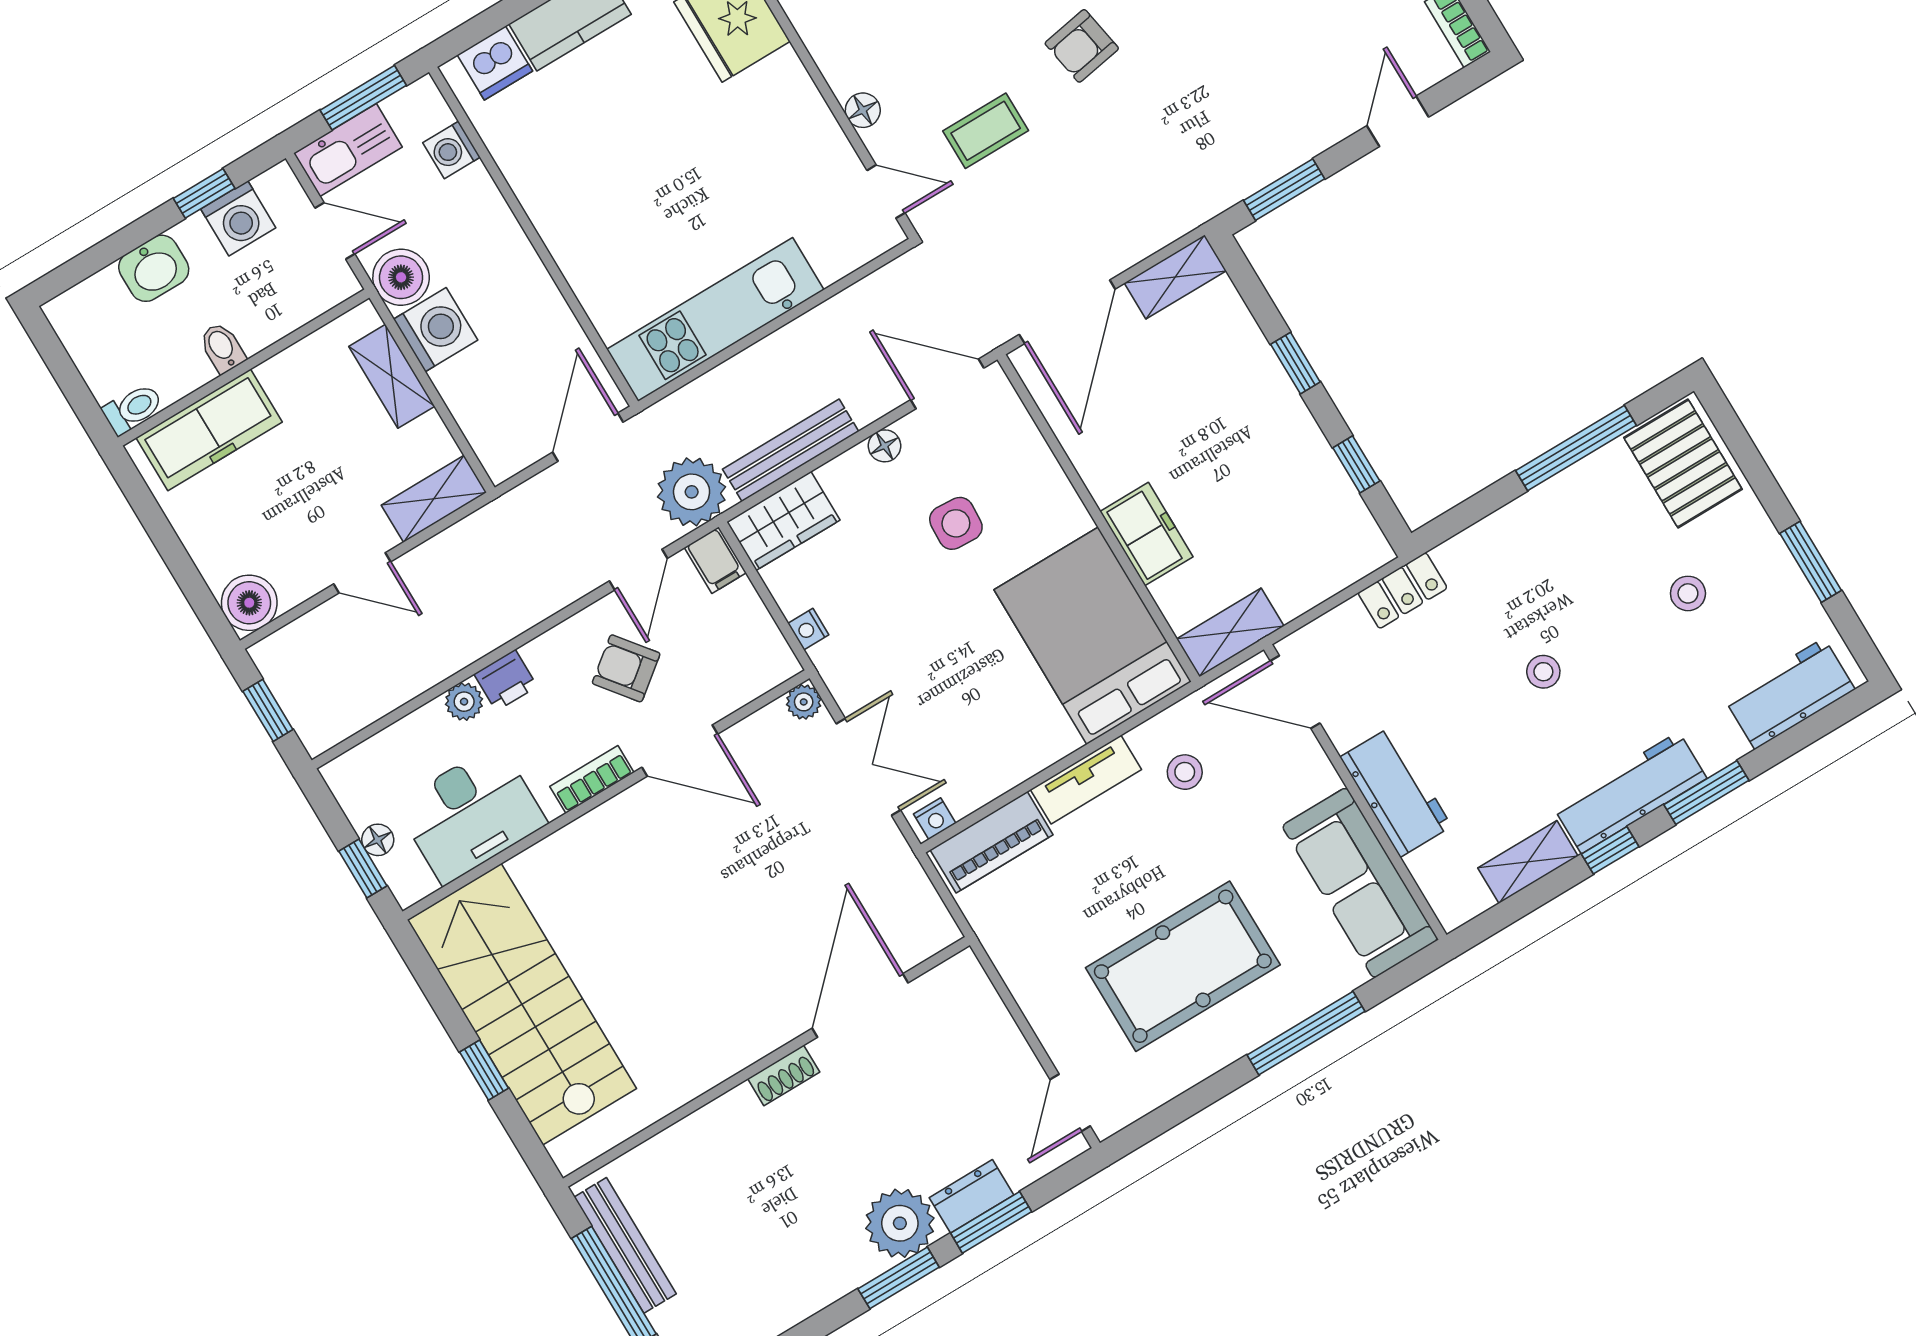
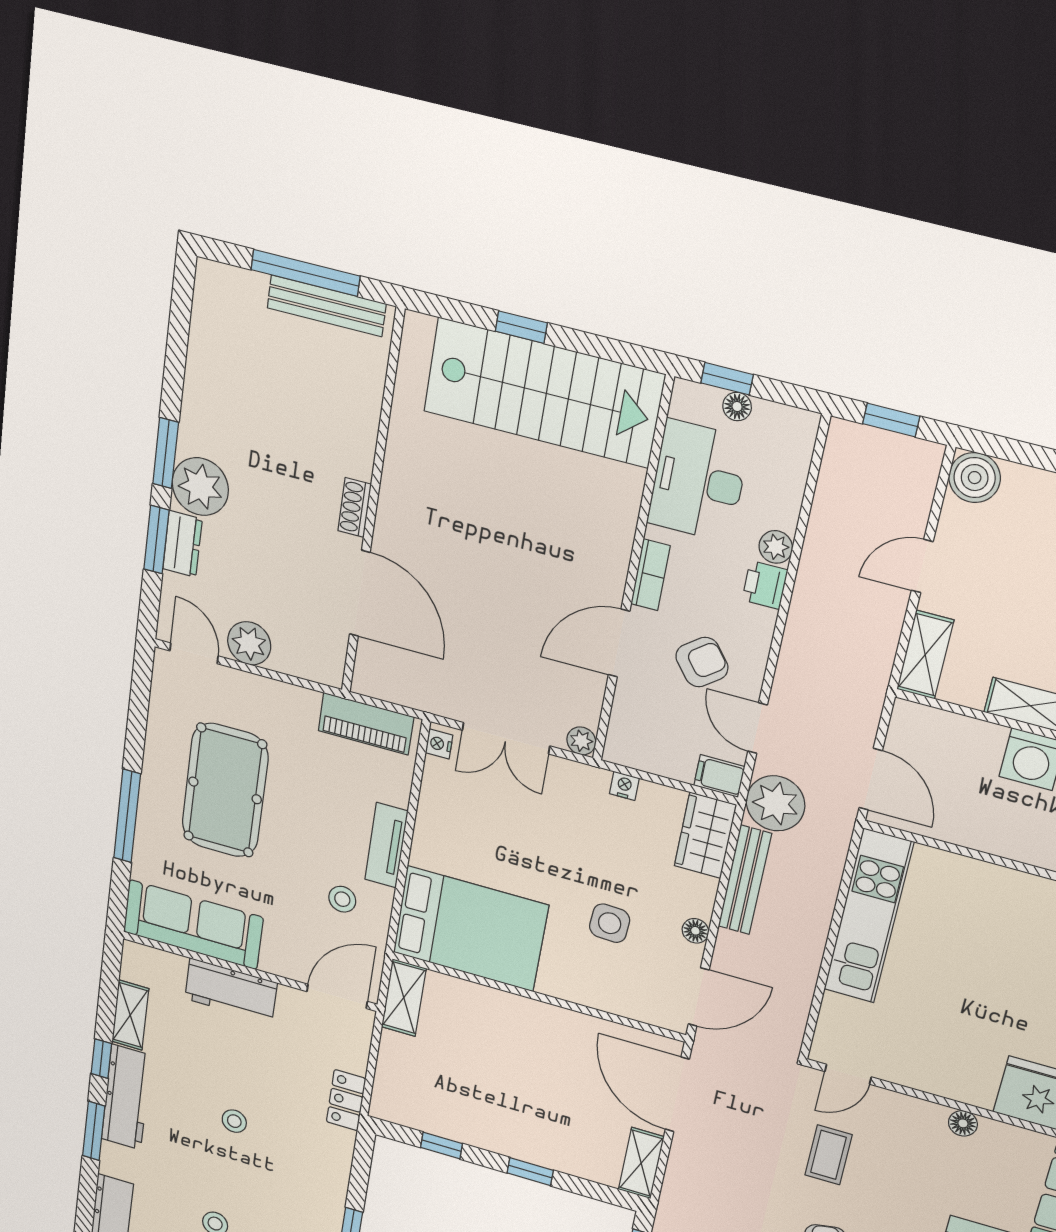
floor lamp: (863, 110) -> (963, 1123), moved
freezer: (1146, 534) -> (504, 1011), removed
piano: (992, 842) -> (366, 724), moved, turned -90
plant: (1009, 1062) -> (249, 643), added

